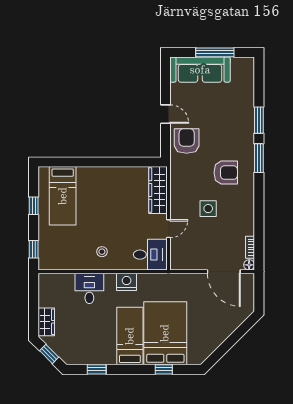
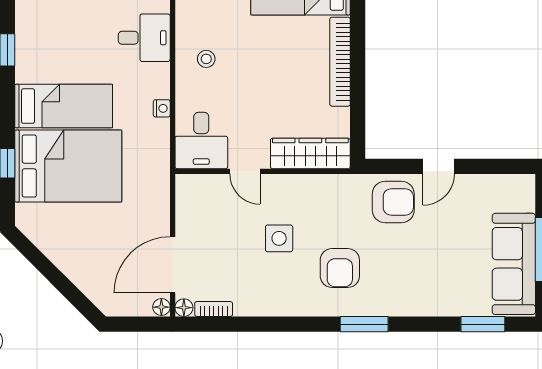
sofa: (200, 70) -> (514, 264), moved
window: (259, 120) -> (483, 324), moved
bookcase: (104, 172) -> (340, 62), added
floor lamp: (249, 278) -> (161, 307), added
nightstand: (127, 282) -> (162, 108), width x0.53, depth x0.56

